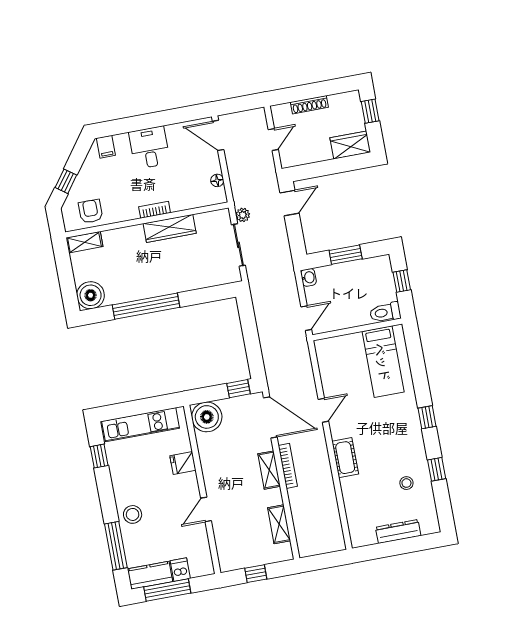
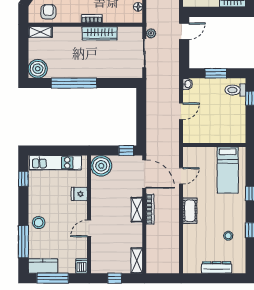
toilet: (385, 312) -> (235, 90), moved
wall: (357, 329) -> (214, 145), moved
bed: (383, 362) -> (228, 170), moved
shelving: (279, 524) -> (137, 261), moved
dishwasher: (180, 570) -> (82, 266), moved

